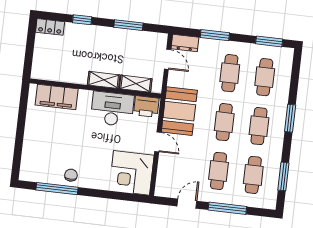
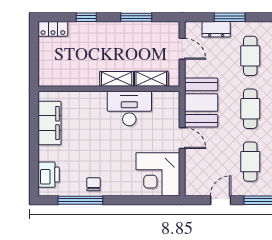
dresser: (185, 43) -> (216, 29), moved
filing cabinet: (57, 97) -> (50, 123), moved, turned -90
printer: (146, 107) -> (49, 175), moved, turned -90

